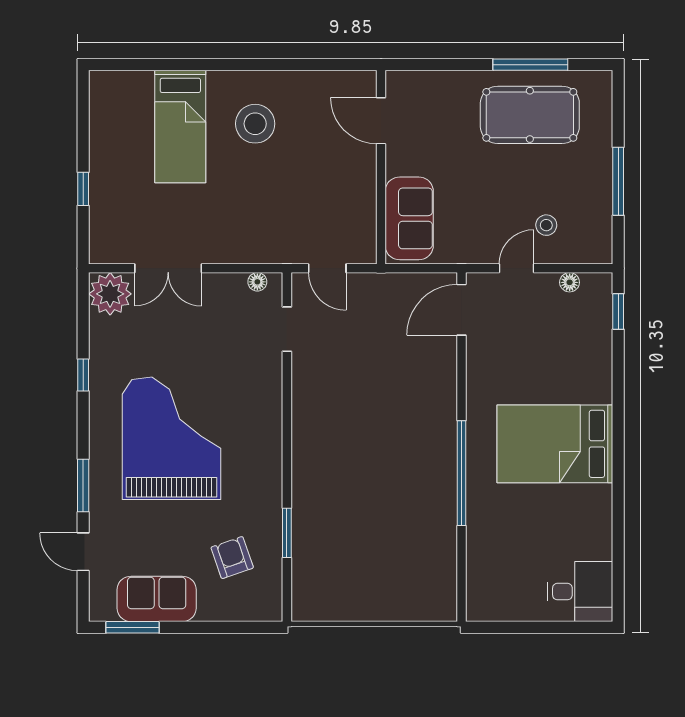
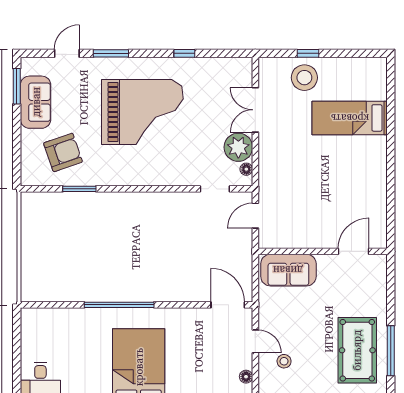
stool: (255, 124) -> (304, 78), moved
plant: (110, 294) -> (238, 147), moved
armchair: (232, 558) -> (63, 152), width x1.38, depth x1.38

